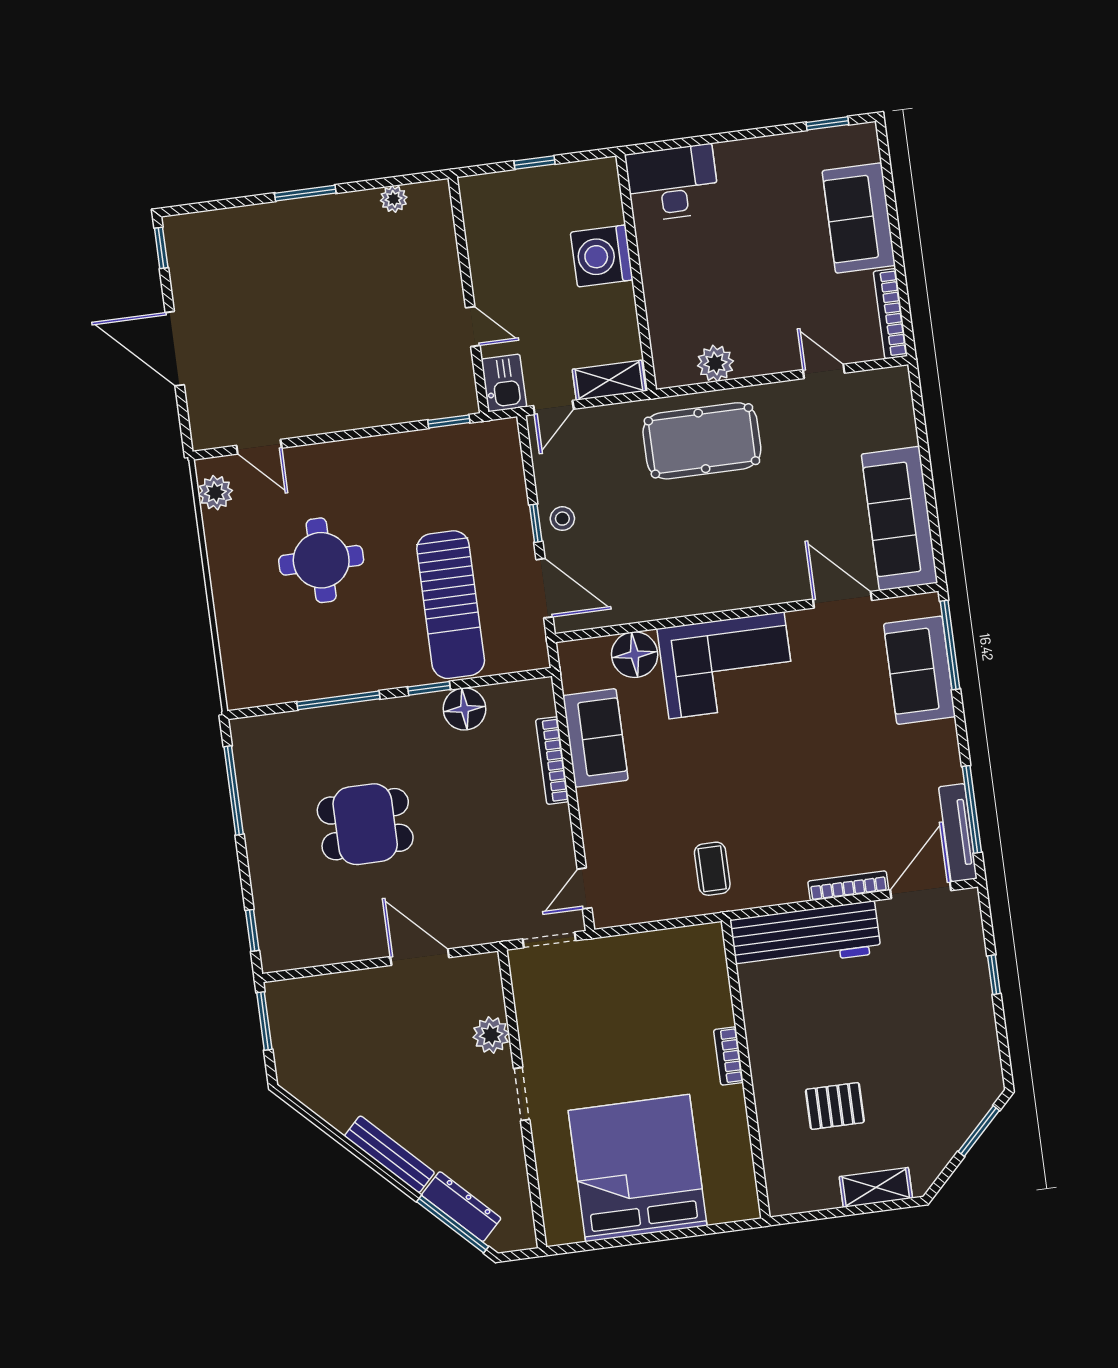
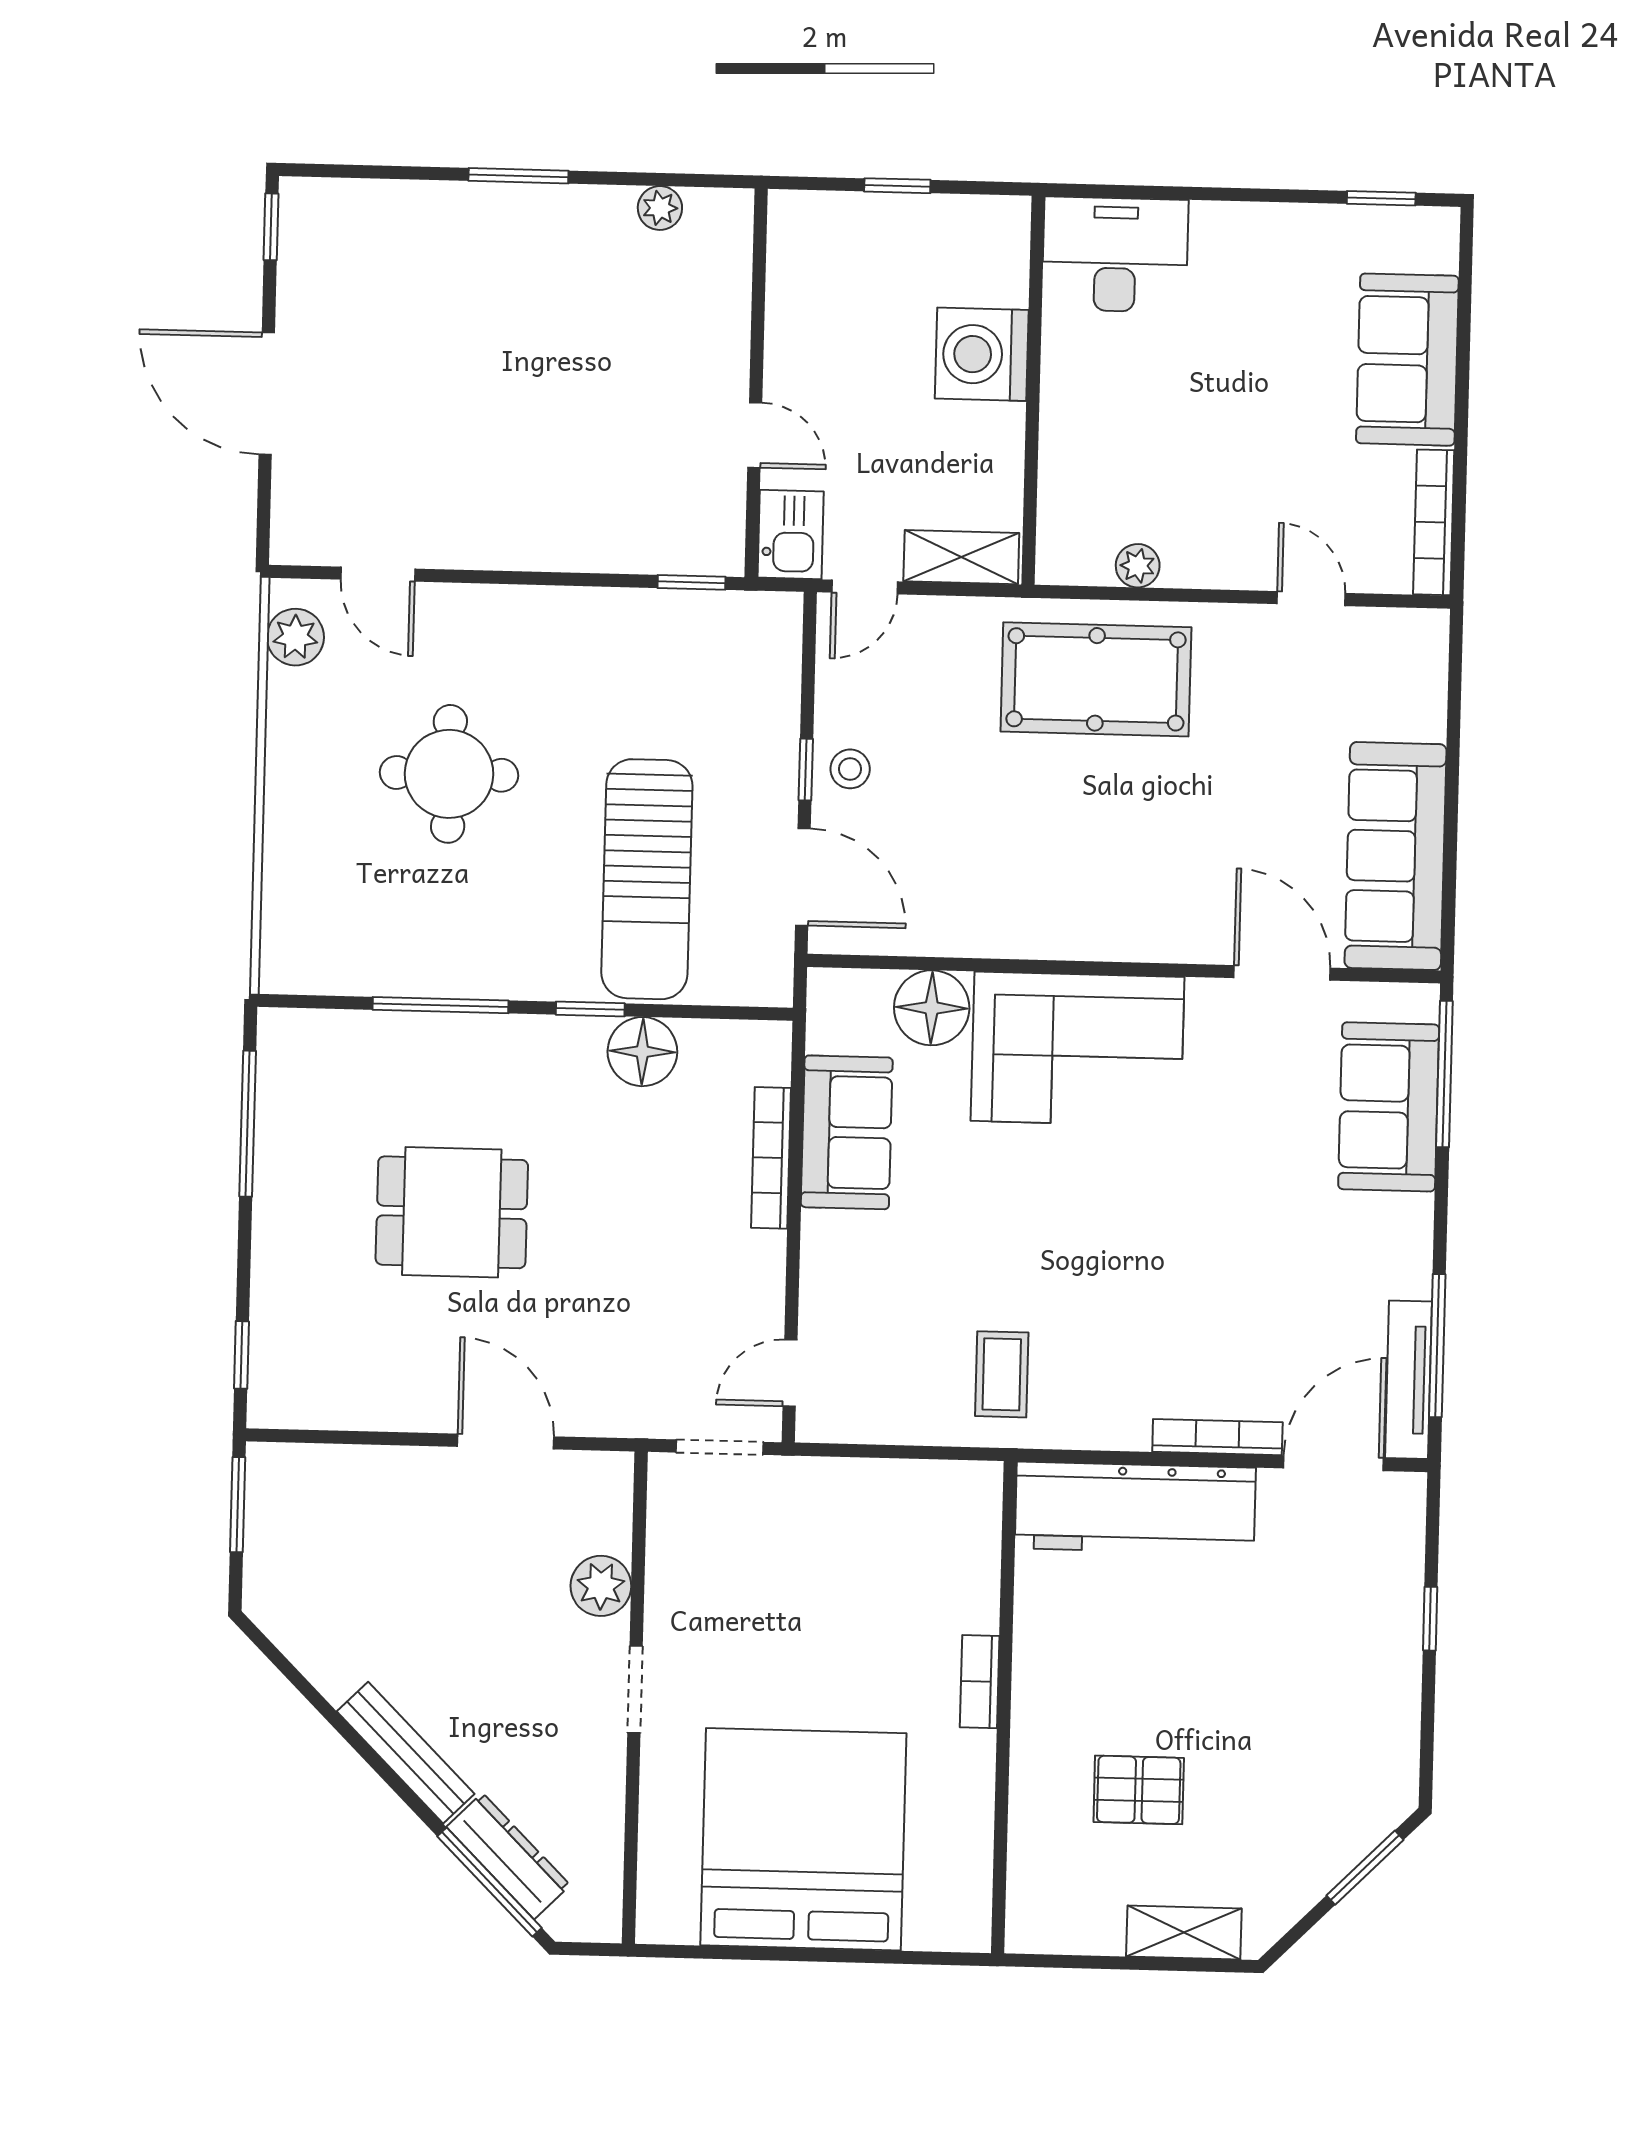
plant: (715, 363) -> (1138, 566), width x0.73, depth x0.73

